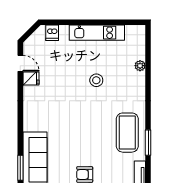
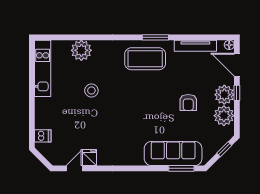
kitchen unit: (97, 33) -> (43, 68), moved
plant: (140, 66) -> (81, 50), width x1.88, depth x1.88

